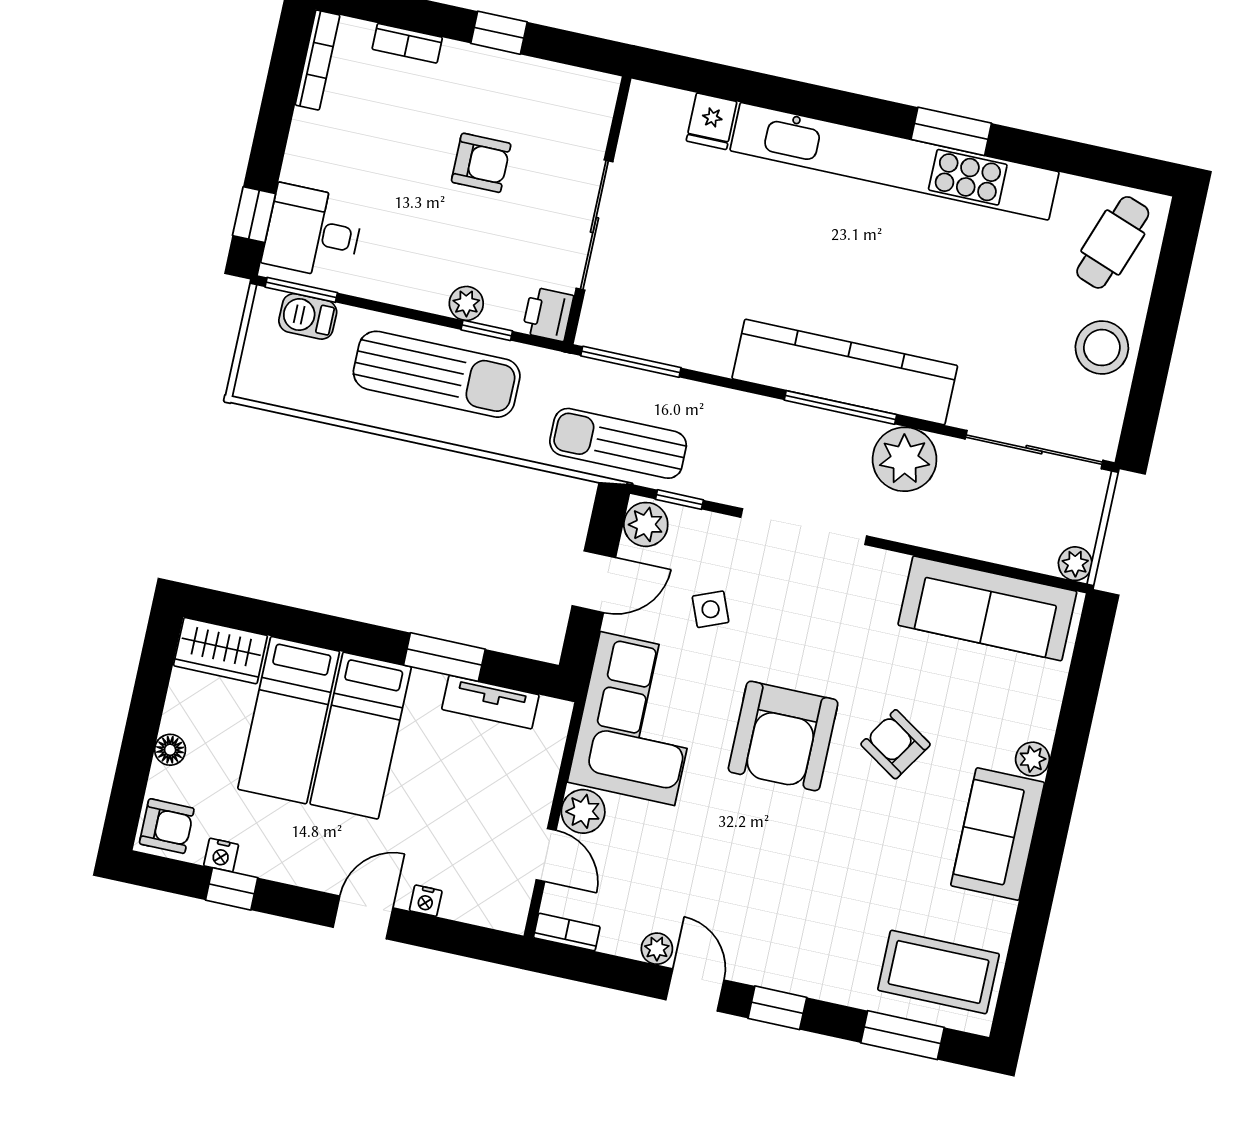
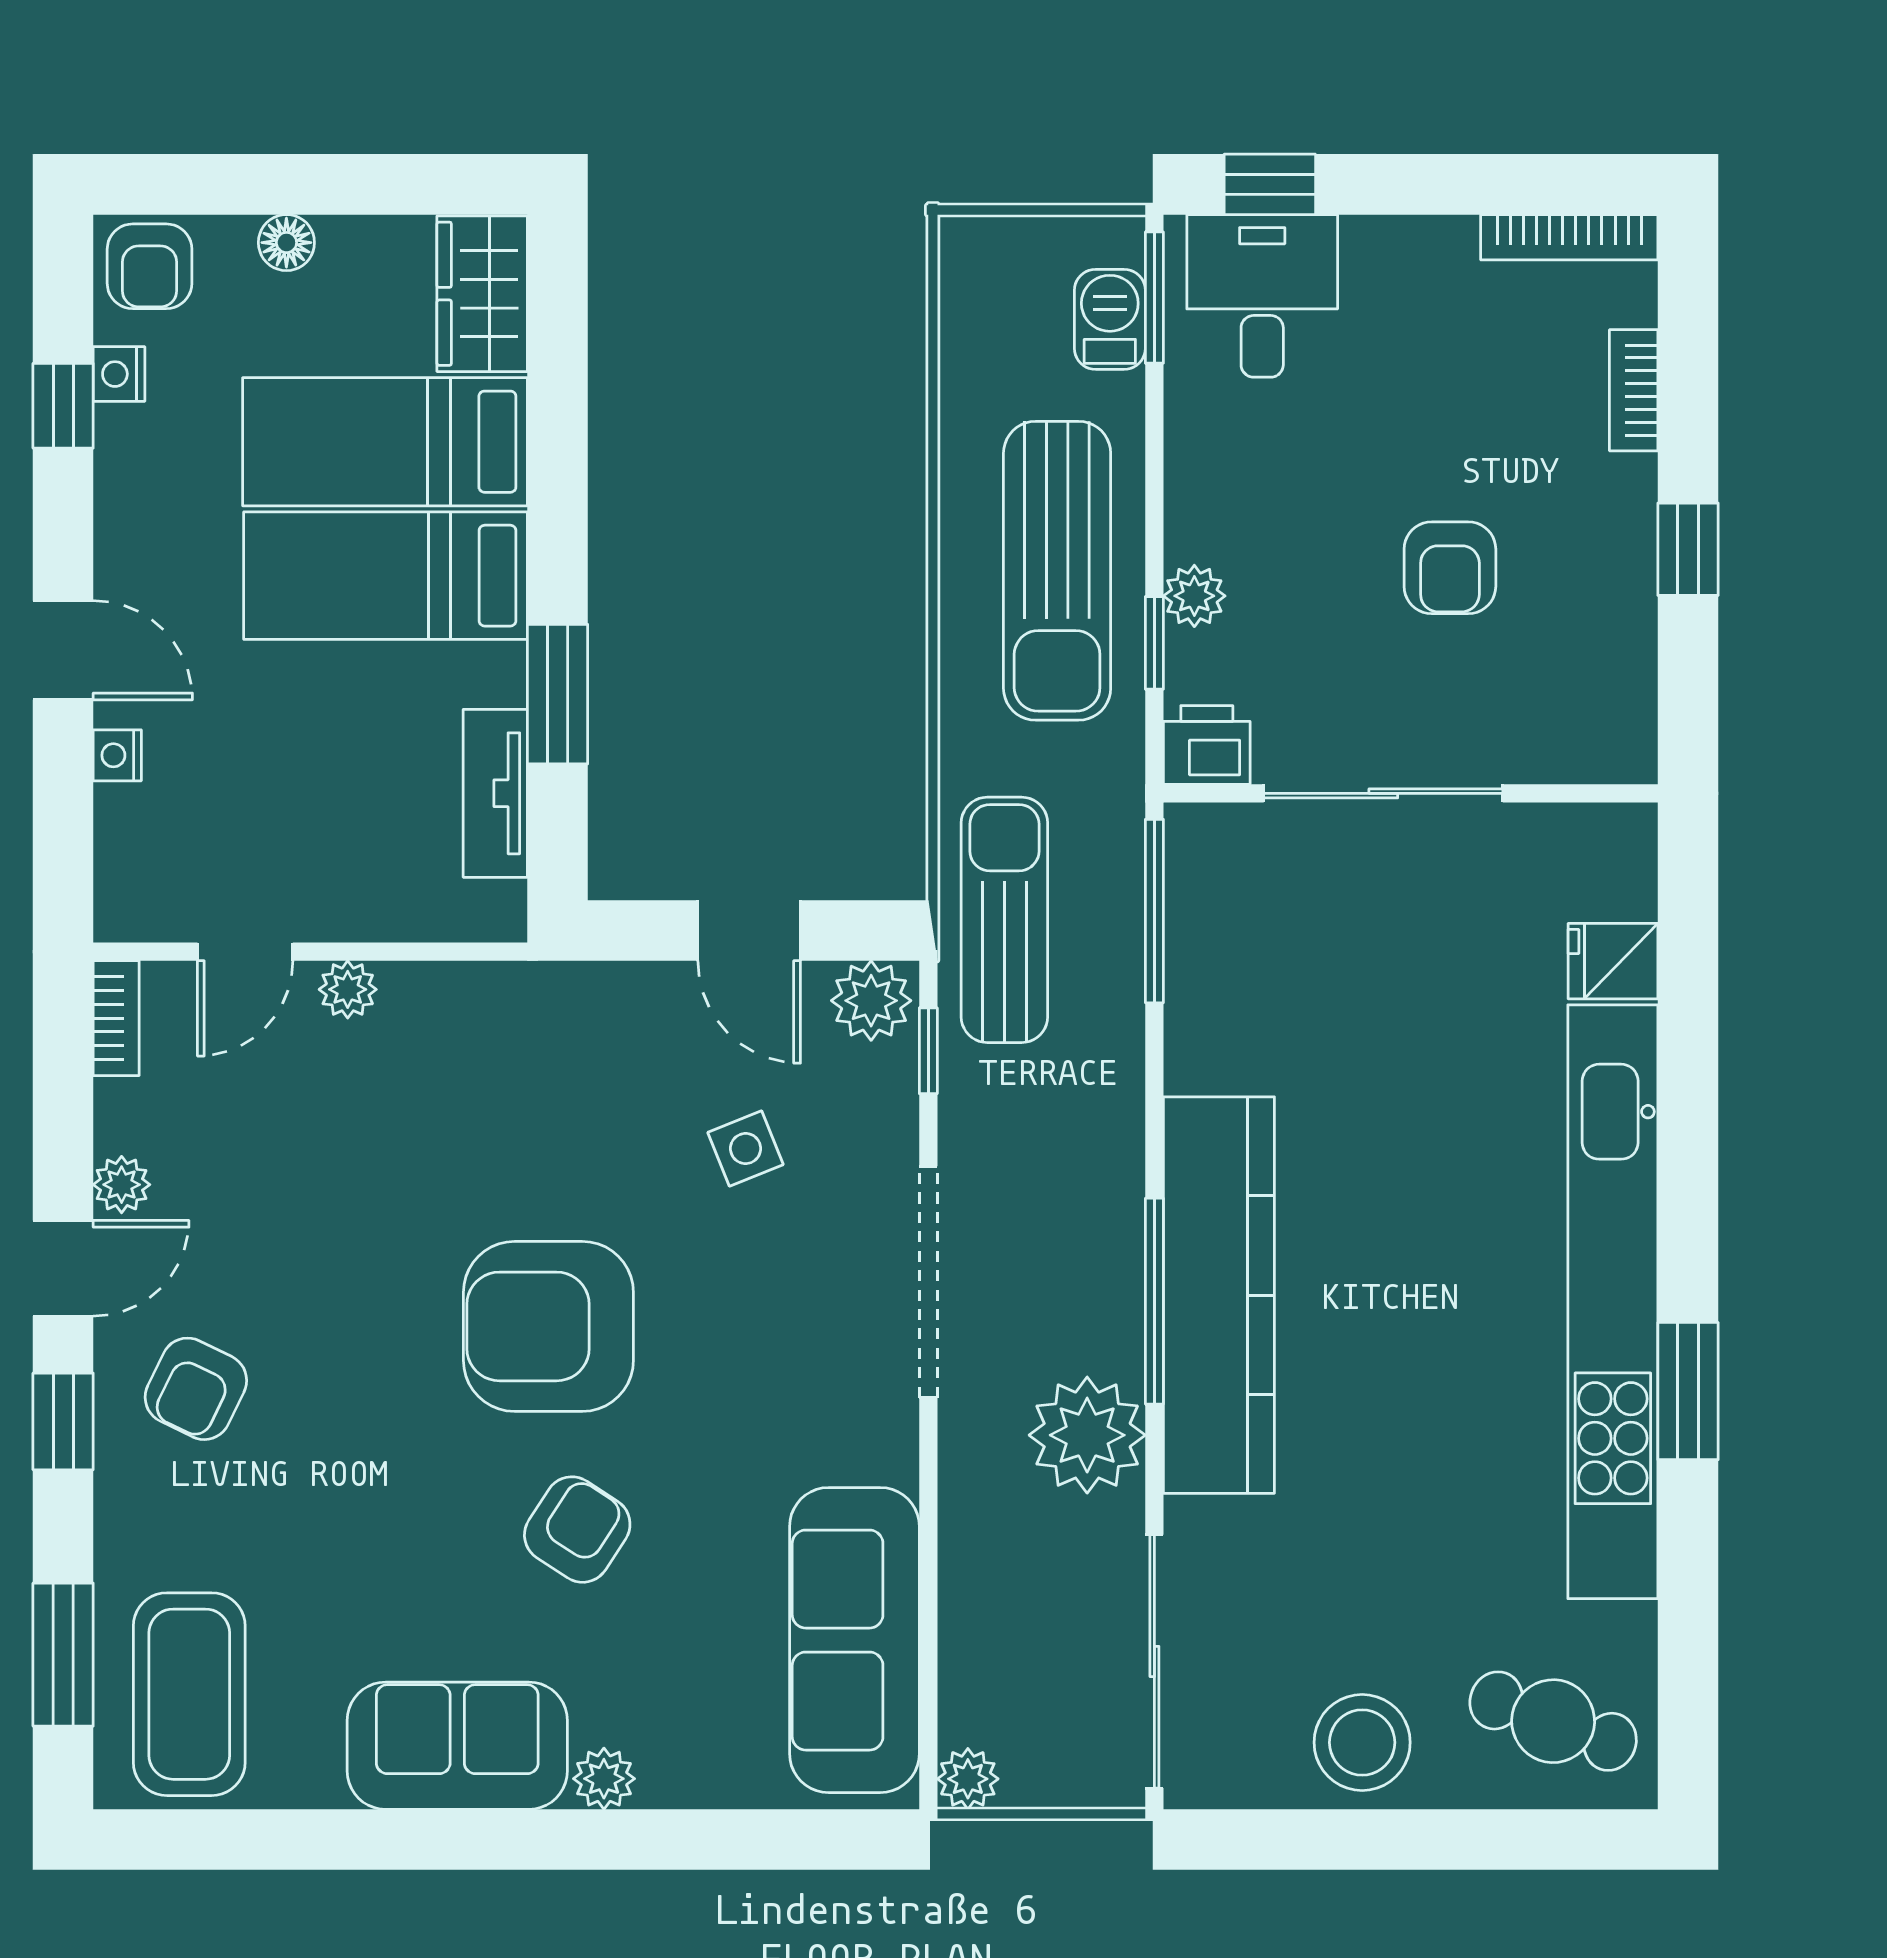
corner sofa: (637, 719) -> (523, 1061), removed
plant: (583, 811) -> (348, 989), width x0.73, depth x0.73
armchair: (775, 933) -> (196, 1389), added

